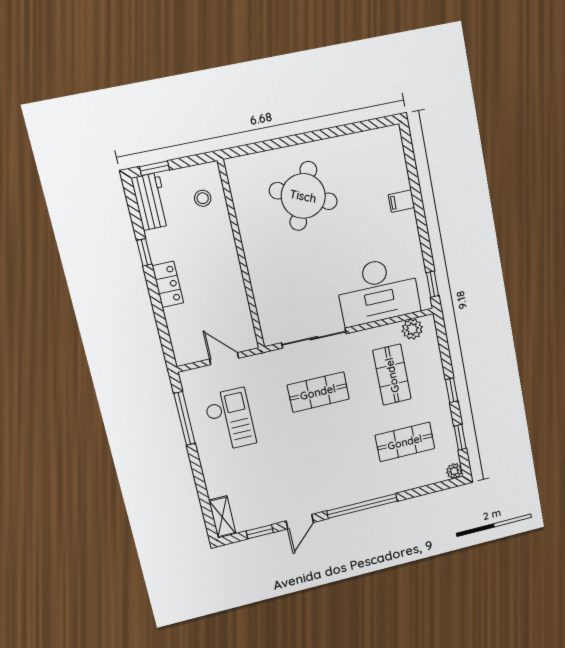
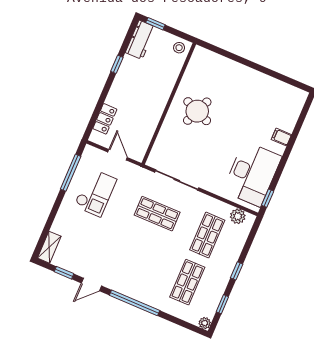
round table: (303, 196) -> (197, 111), moved, width x0.73, depth x0.73
stool: (203, 198) -> (179, 48), moved
locker: (168, 284) -> (105, 119), moved
desk: (378, 291) -> (252, 174), moved, turned -90
shop shelf: (405, 442) -> (187, 282), turned 90

